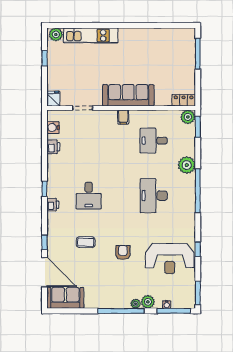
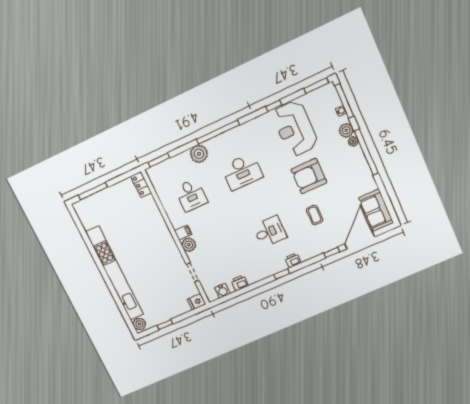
kitchen unit: (91, 35) -> (115, 273), width x1.86
sofa: (128, 95) -> (161, 237), removed
plant: (188, 117) -> (189, 245), moved
armchair: (123, 252) -> (309, 176), width x1.88, depth x1.88
reception desk: (170, 259) -> (295, 129), turned 180

